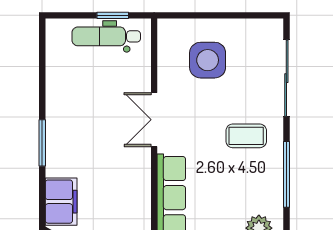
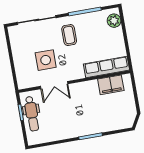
side table: (208, 60) -> (46, 60), moved
double door: (154, 120) -> (54, 85), moved
filing cabinet: (61, 202) -> (111, 85), moved, turned 180

